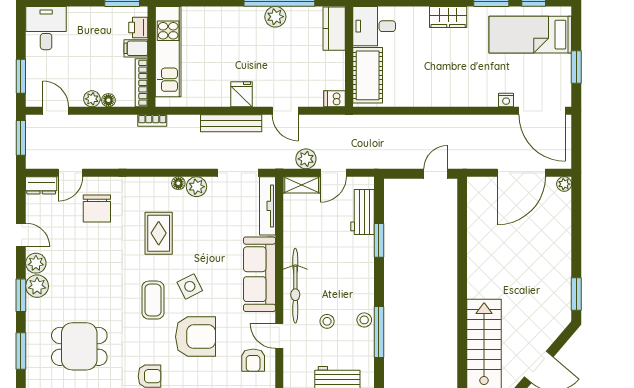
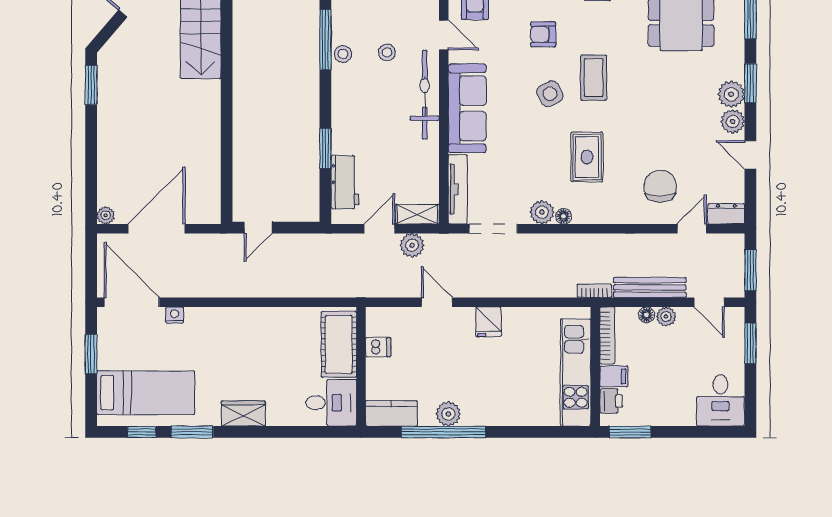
kitchen counter: (334, 29) -> (392, 413), moved, turned -90
dishwasher: (334, 99) -> (378, 347), moved
bench: (231, 123) -> (650, 287), moved
armchair: (195, 337) -> (543, 34), width x0.53, depth x0.53

